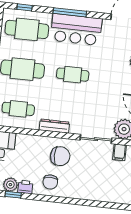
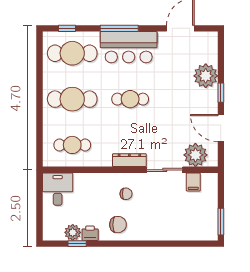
dresser: (54, 126) -> (129, 160), moved
chair: (60, 156) -> (126, 194), width x0.54, depth x0.54
chair: (50, 182) -> (118, 225), turned -90

